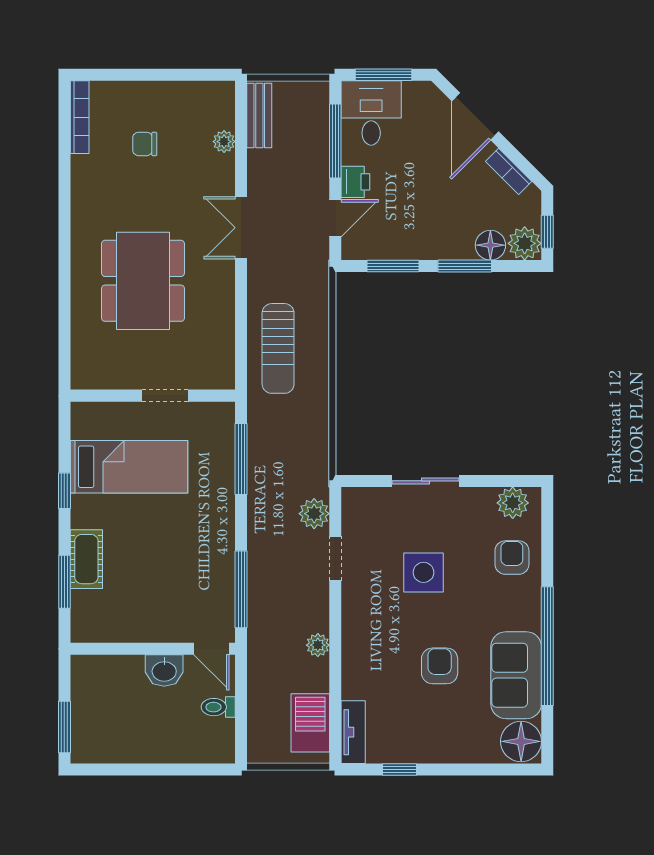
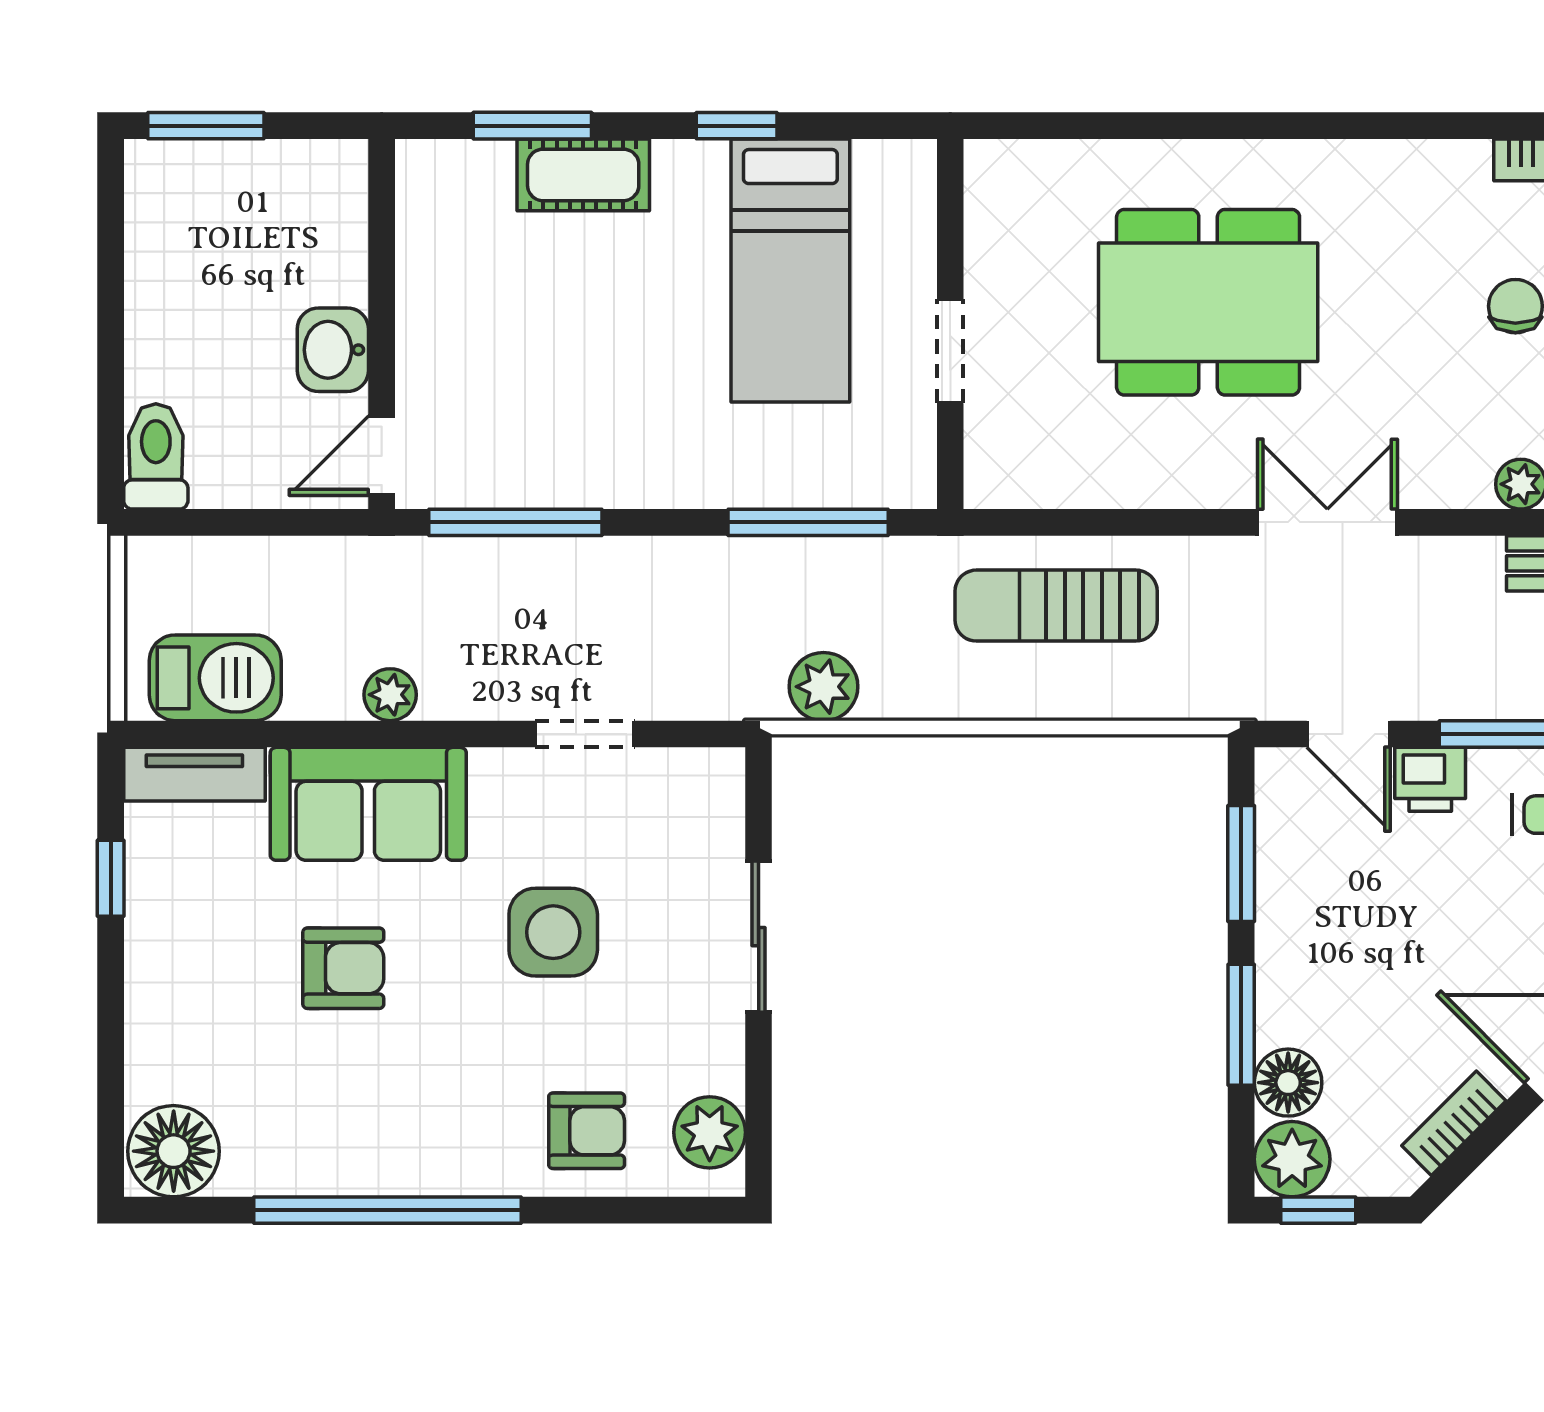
plant: (314, 514) -> (823, 687), moved
sofa: (516, 675) -> (368, 804), moved, turned 180
toilet: (218, 707) -> (156, 456), moved, width x1.37, depth x1.39

